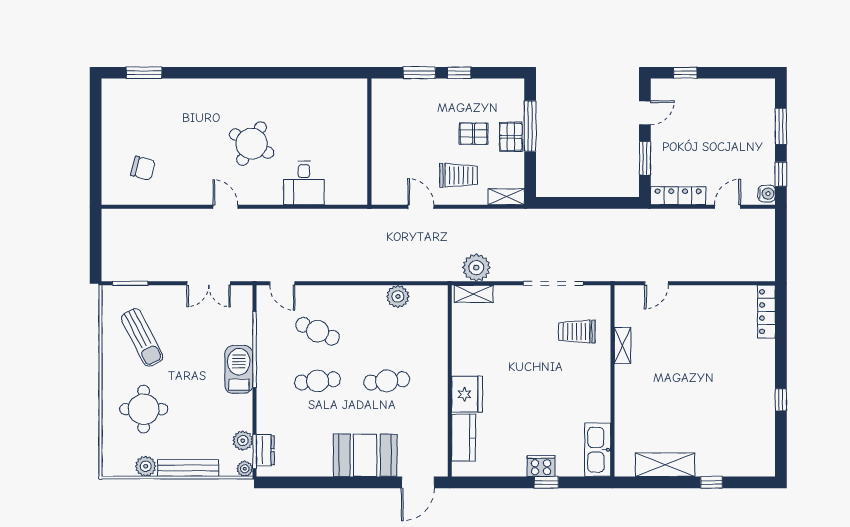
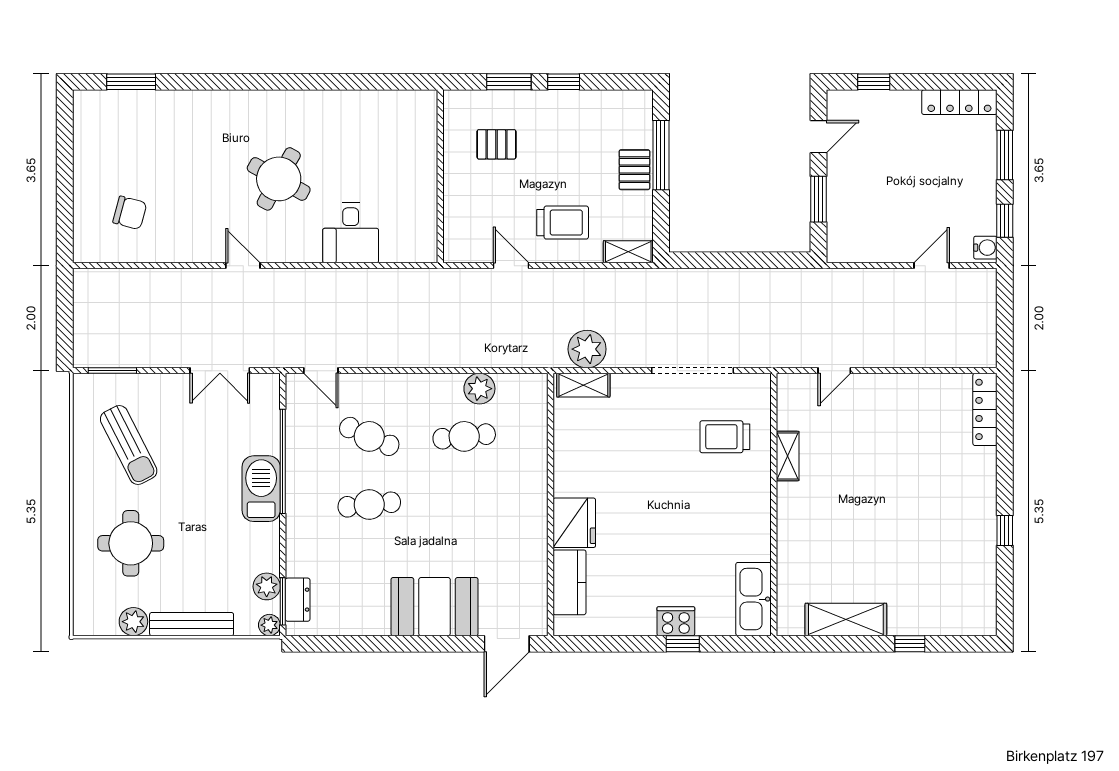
pallet: (474, 134) -> (496, 144), moved
locker: (678, 196) -> (959, 102), moved, turned 180
cafe table: (387, 381) -> (464, 436), moved

